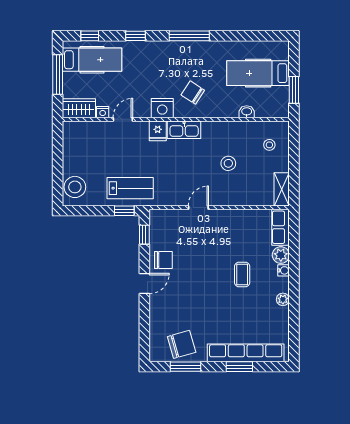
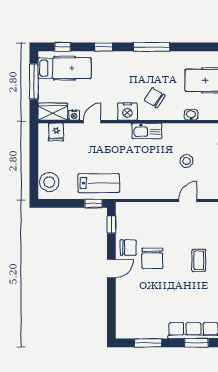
washbasin: (247, 112) -> (191, 115), moved
fridge: (158, 131) -> (56, 132), moved
door: (198, 208) -> (188, 201), moved
chair: (182, 344) -> (152, 258), moved, turned 106

